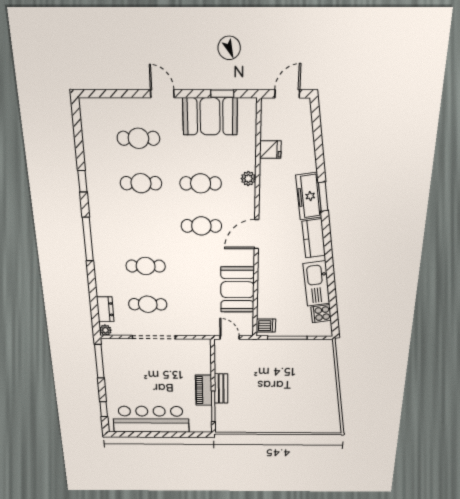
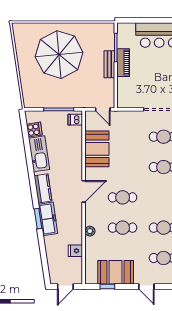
parasol: (284, 399) -> (59, 55), added

